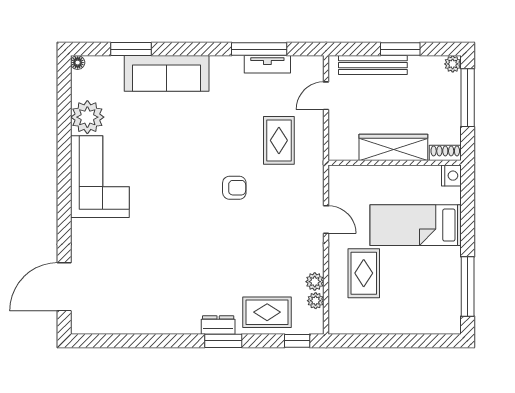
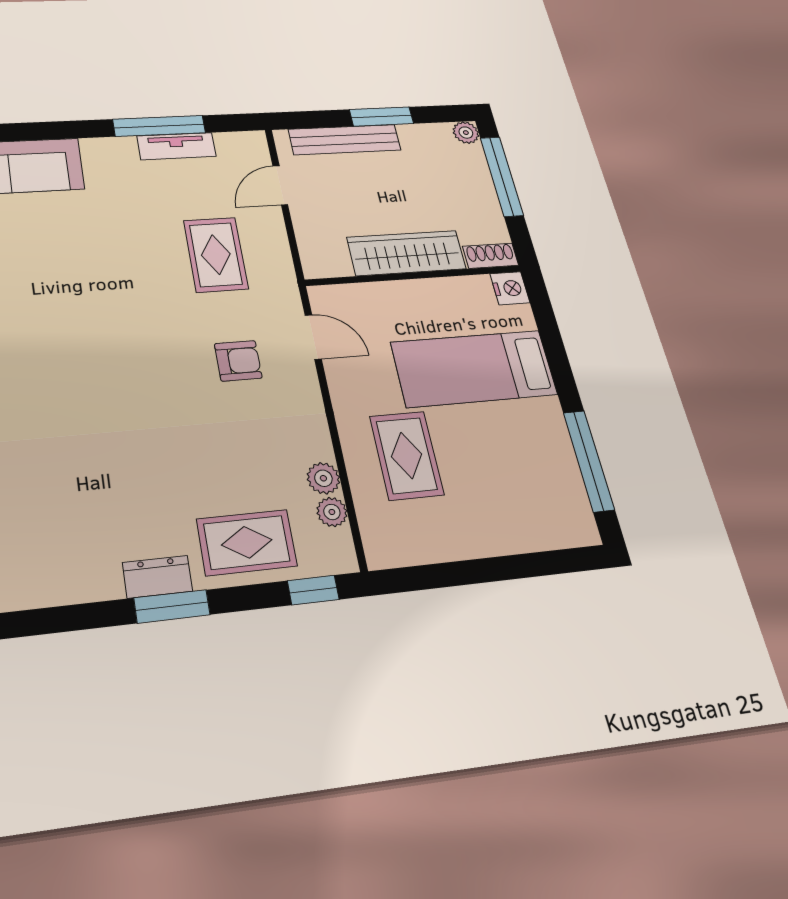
armchair: (234, 188) -> (238, 361), moved
door: (326, 220) -> (313, 337), moved

